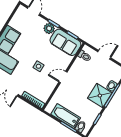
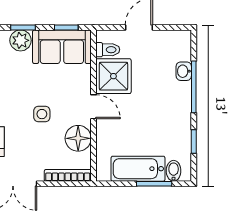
door: (63, 77) -> (93, 107), swing flipped
floor lamp: (48, 87) -> (78, 138), added
shower: (100, 96) -> (113, 76), moved

